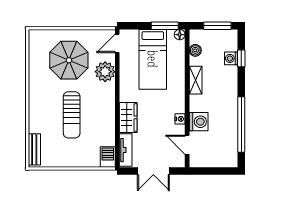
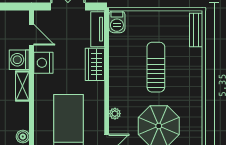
plant: (105, 72) -> (115, 114), width x0.53, depth x0.53
shelving: (196, 80) -> (22, 86), moved
nightstand: (180, 119) -> (43, 63), width x1.89, depth x1.79

